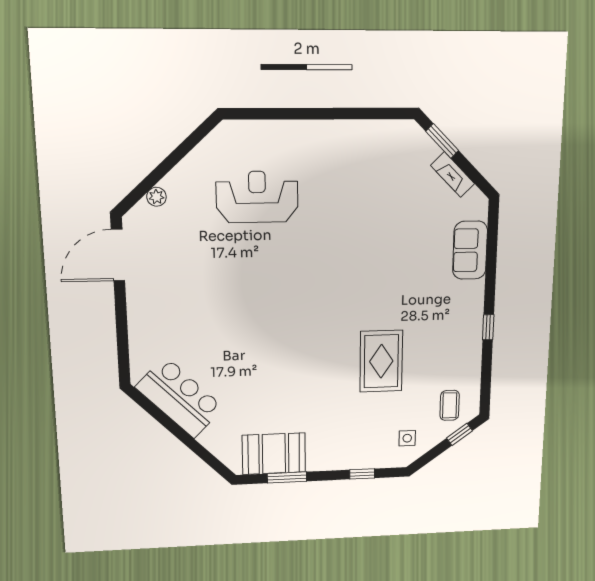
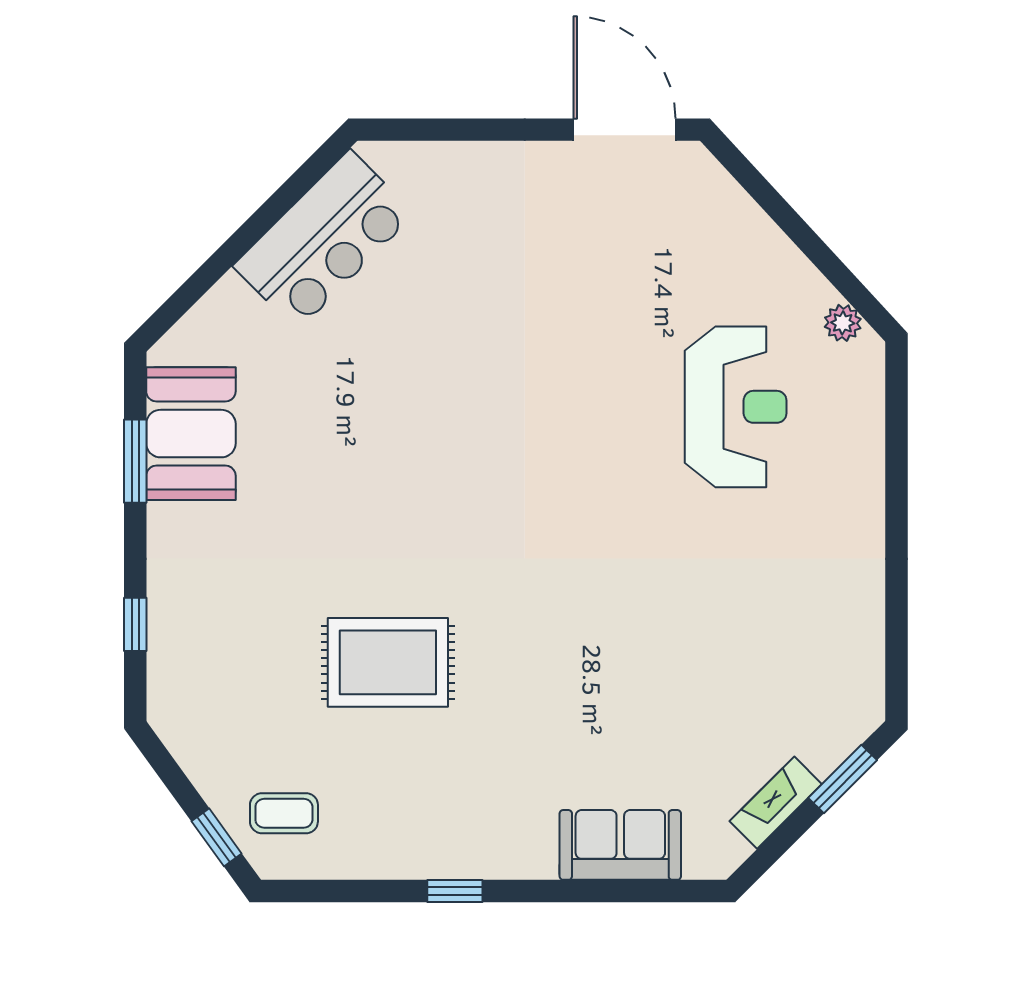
plant: (156, 197) -> (843, 323), moved
side table: (407, 438) -> (213, 722), removed

